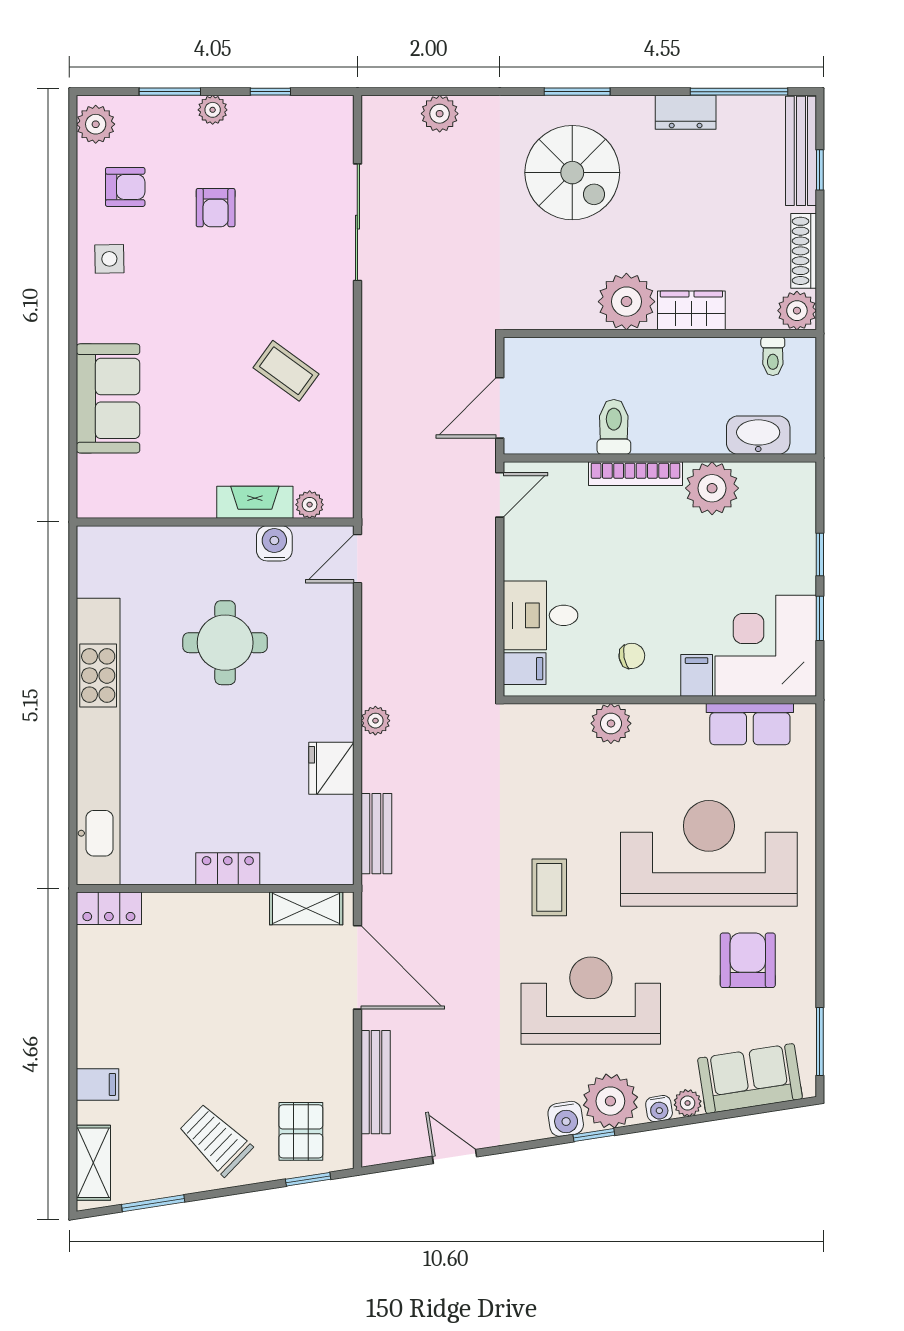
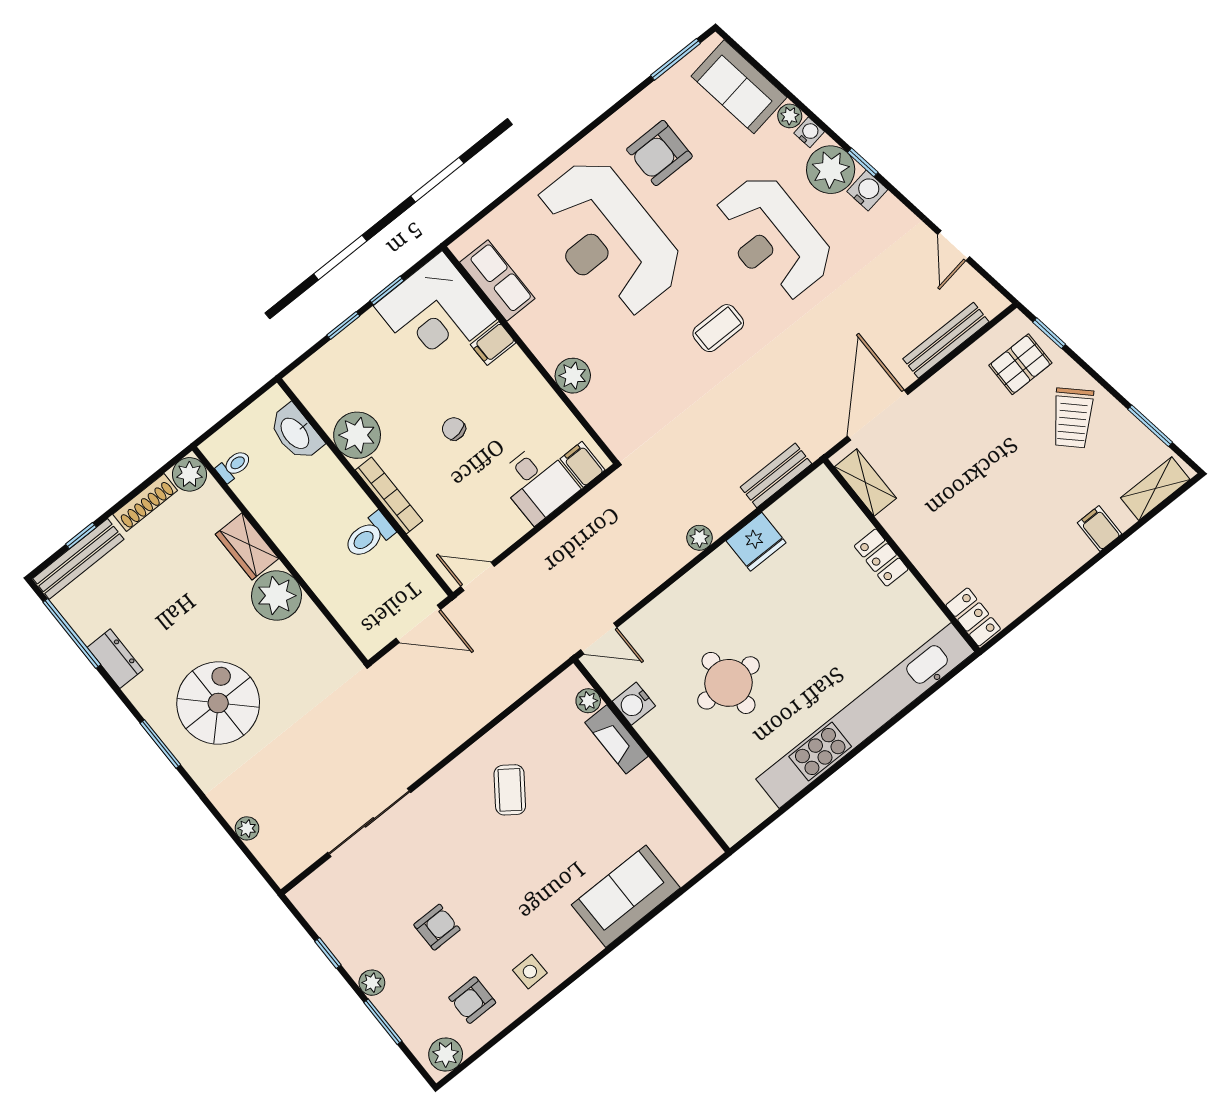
plant: (440, 114) -> (247, 828), width x0.73, depth x0.73
armchair: (125, 187) -> (472, 1000), turned -90
chair: (632, 656) -> (454, 429), moved

